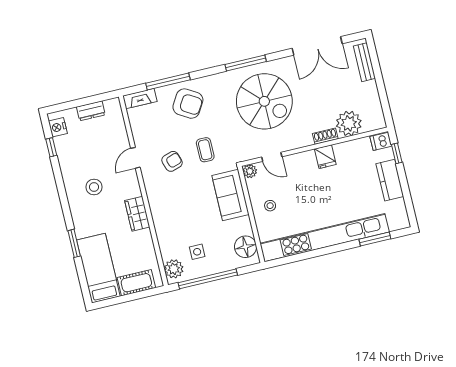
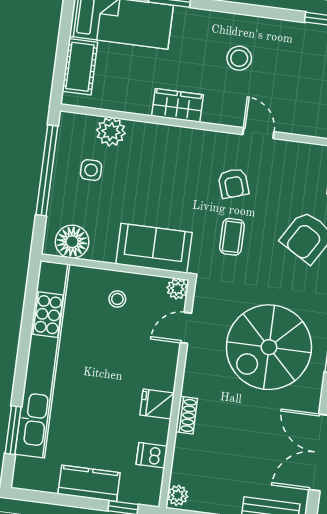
plant: (349, 123) -> (178, 495), moved, width x0.53, depth x0.53
dishwasher: (381, 141) -> (152, 455), moved, turned -90
coffee table: (205, 150) -> (232, 237), turned 90
plant: (174, 269) -> (111, 132), moved

